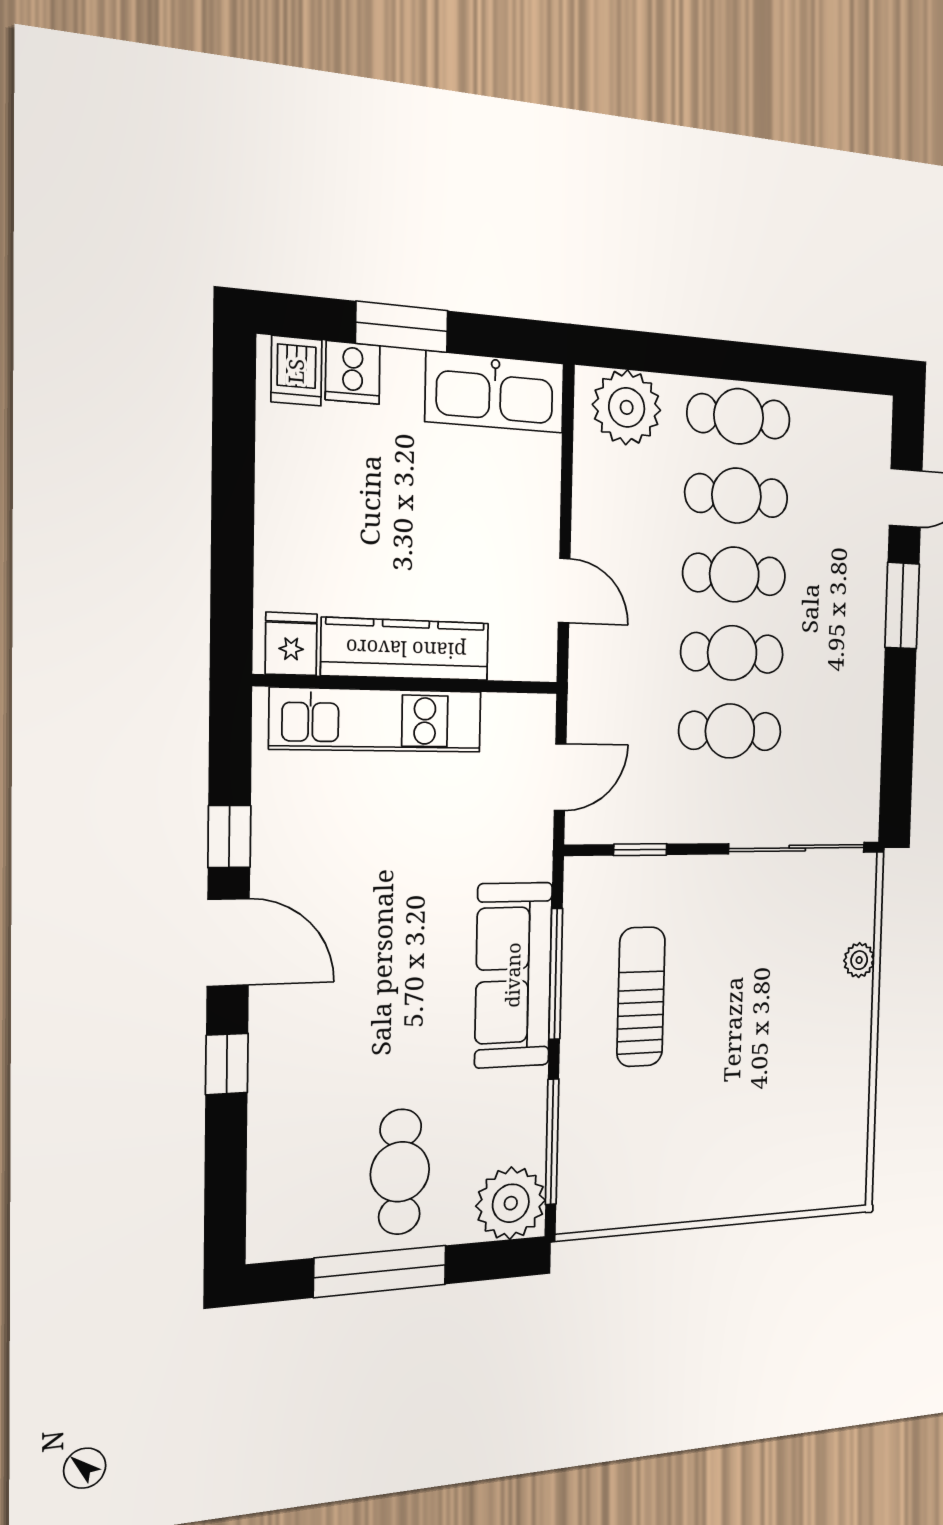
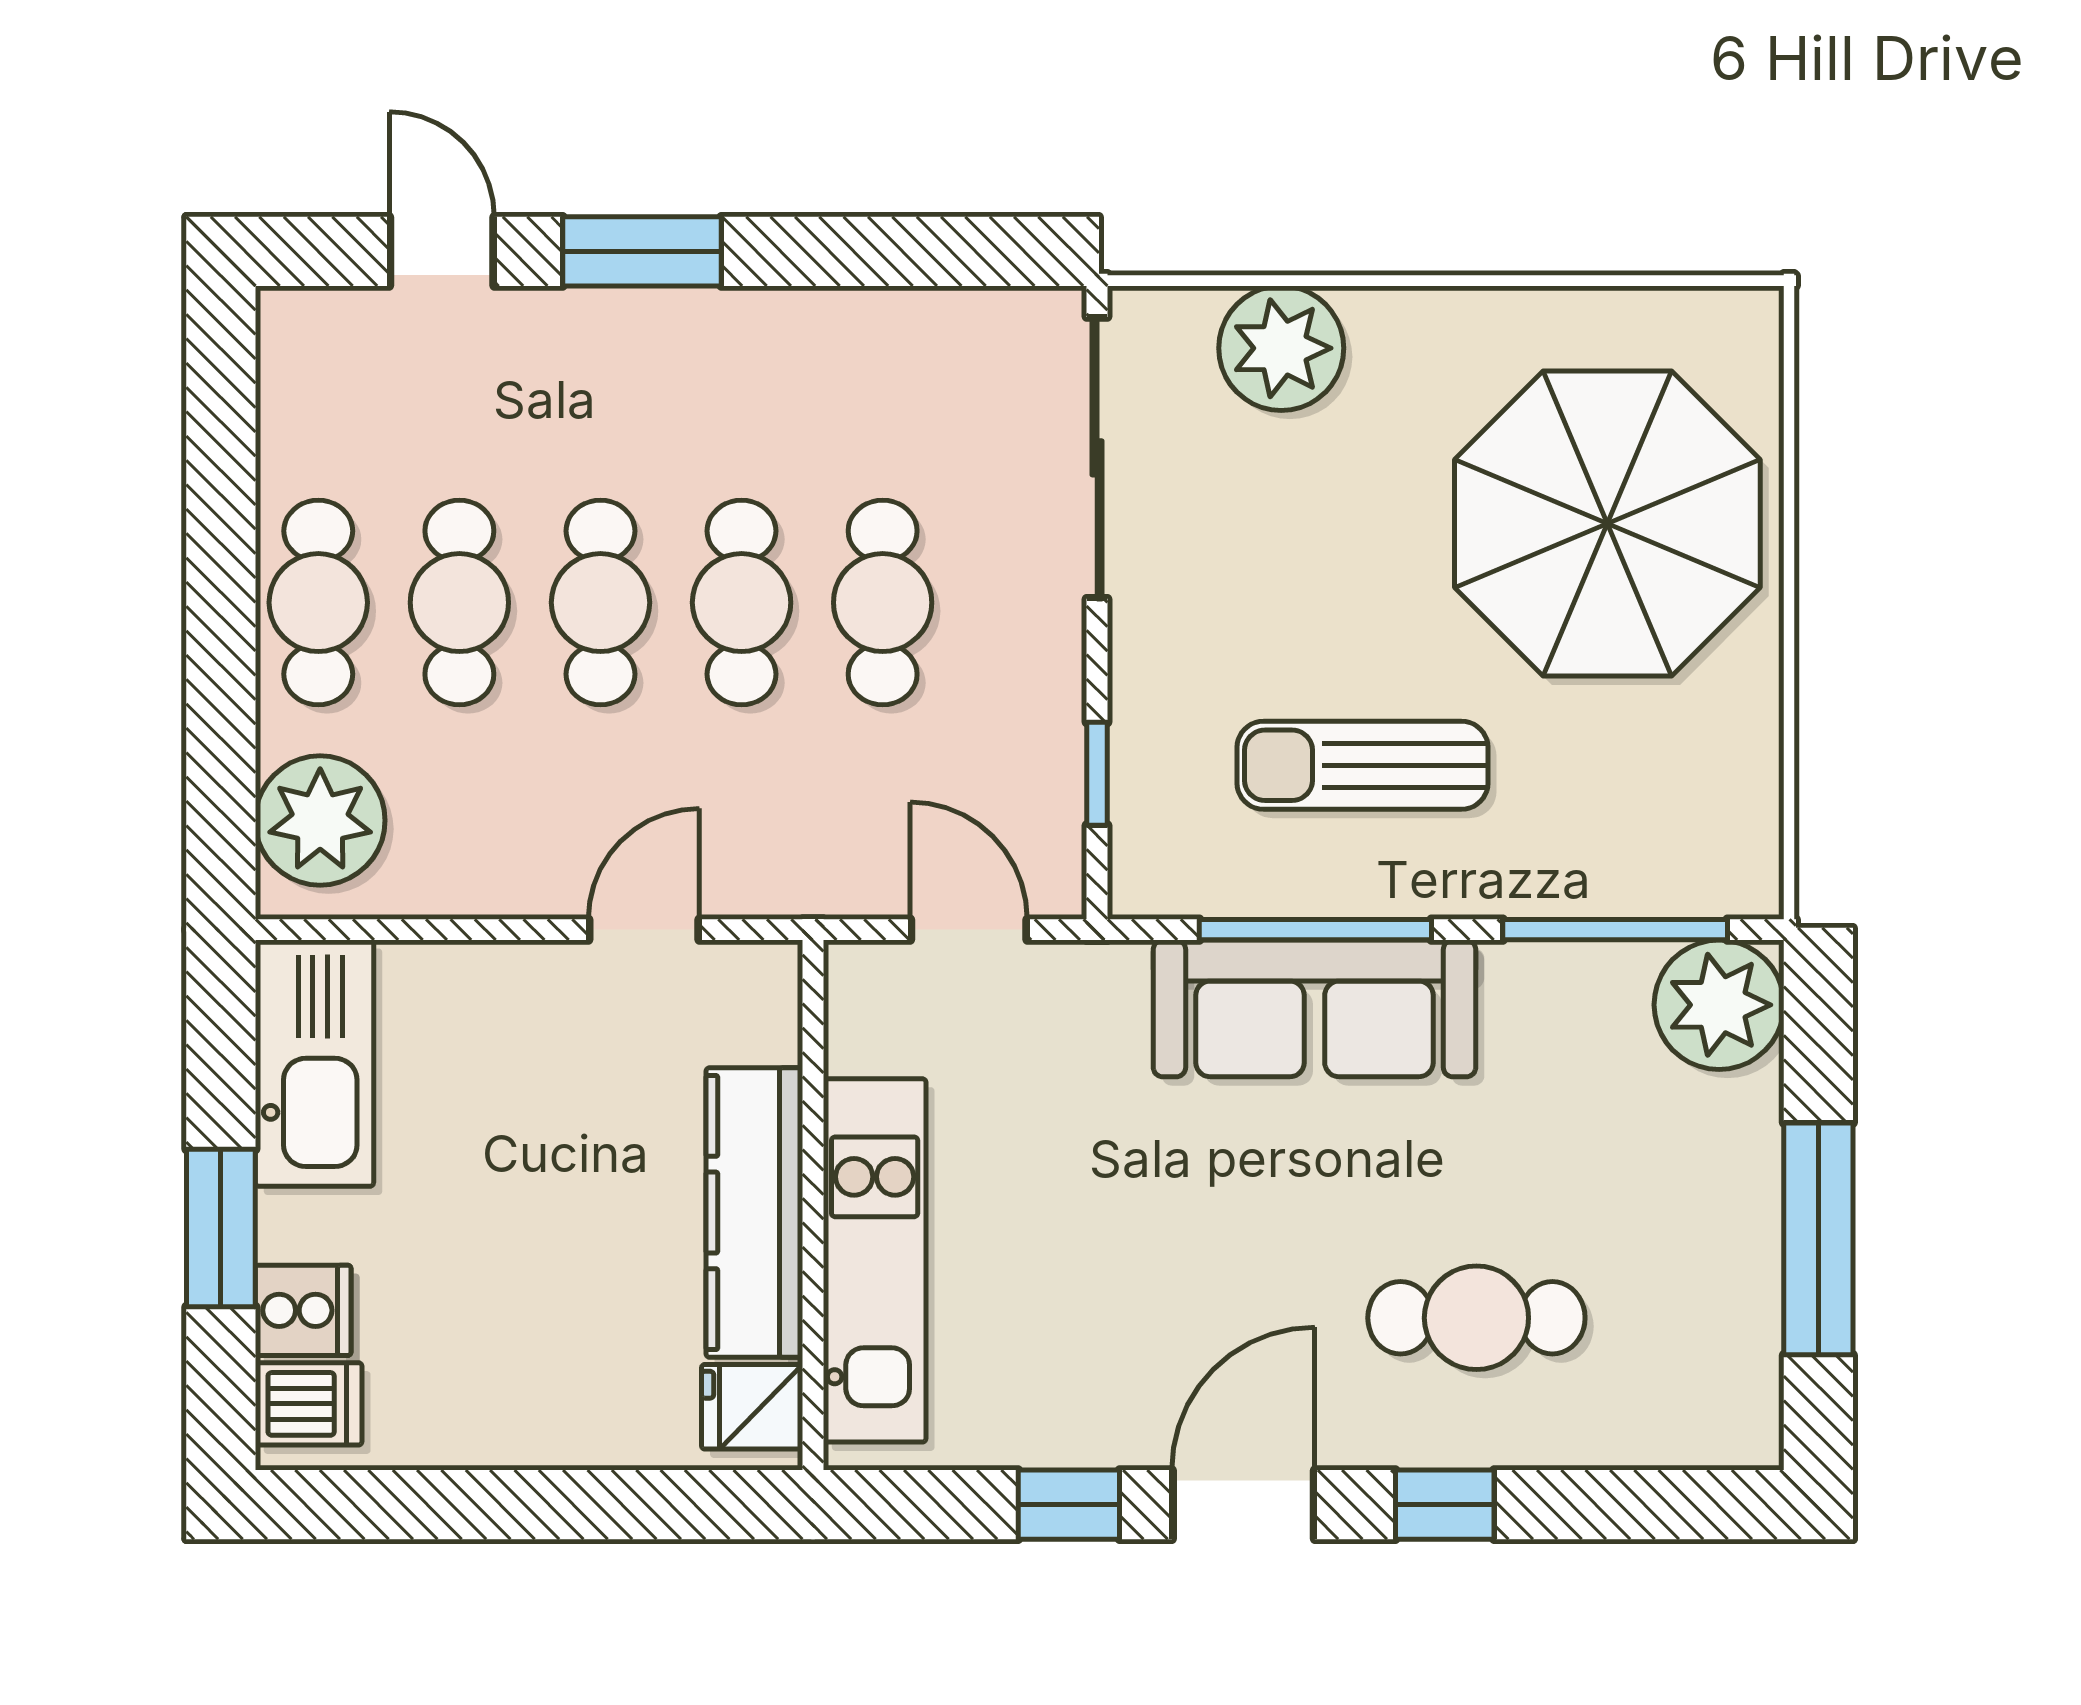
plant: (859, 960) -> (1281, 348), width x1.88, depth x1.88
parasol: (758, 1123) -> (1607, 523), added
cafe table: (400, 1172) -> (1476, 1318), moved

